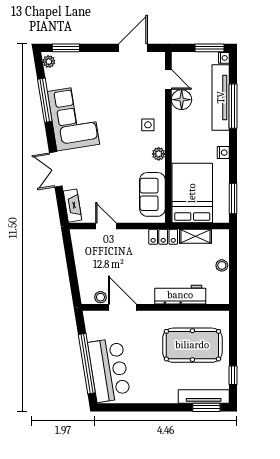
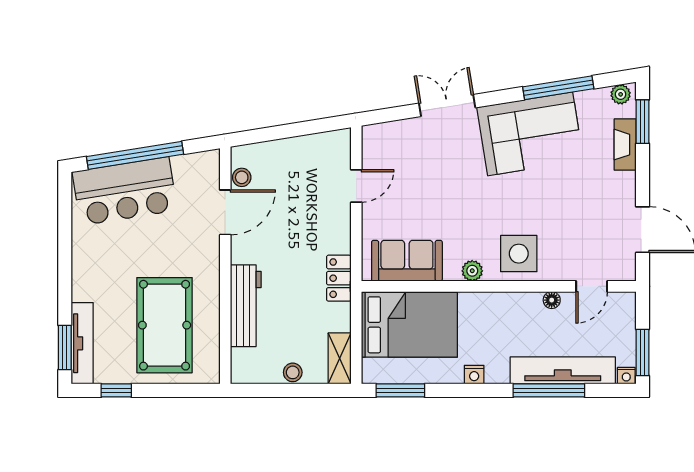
floor lamp: (182, 100) -> (552, 300), width x0.53, depth x0.53
side table: (148, 125) -> (519, 254), width x1.87, depth x1.87
fireplace: (73, 206) -> (625, 145), moved, turned 99
shelving: (195, 236) -> (340, 358), moved

